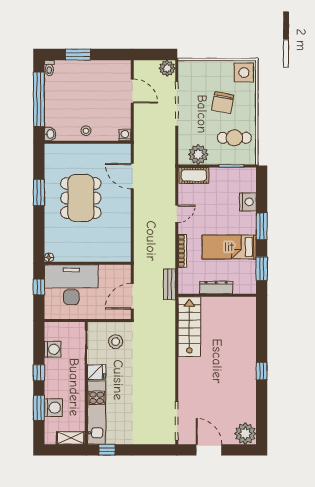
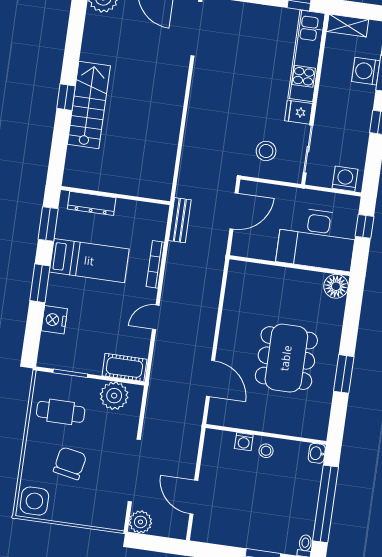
washing machine: (125, 135) -> (244, 442), moved
floor lamp: (49, 257) -> (336, 286), width x1.89, depth x1.89
window: (39, 287) -> (364, 226), moved
dresser: (216, 287) -> (92, 203), moved
stairs: (189, 327) -> (89, 105), moved, turned 180
washing machine: (53, 349) -> (345, 179), moved, turned 90
window: (262, 371) -> (66, 97), moved

